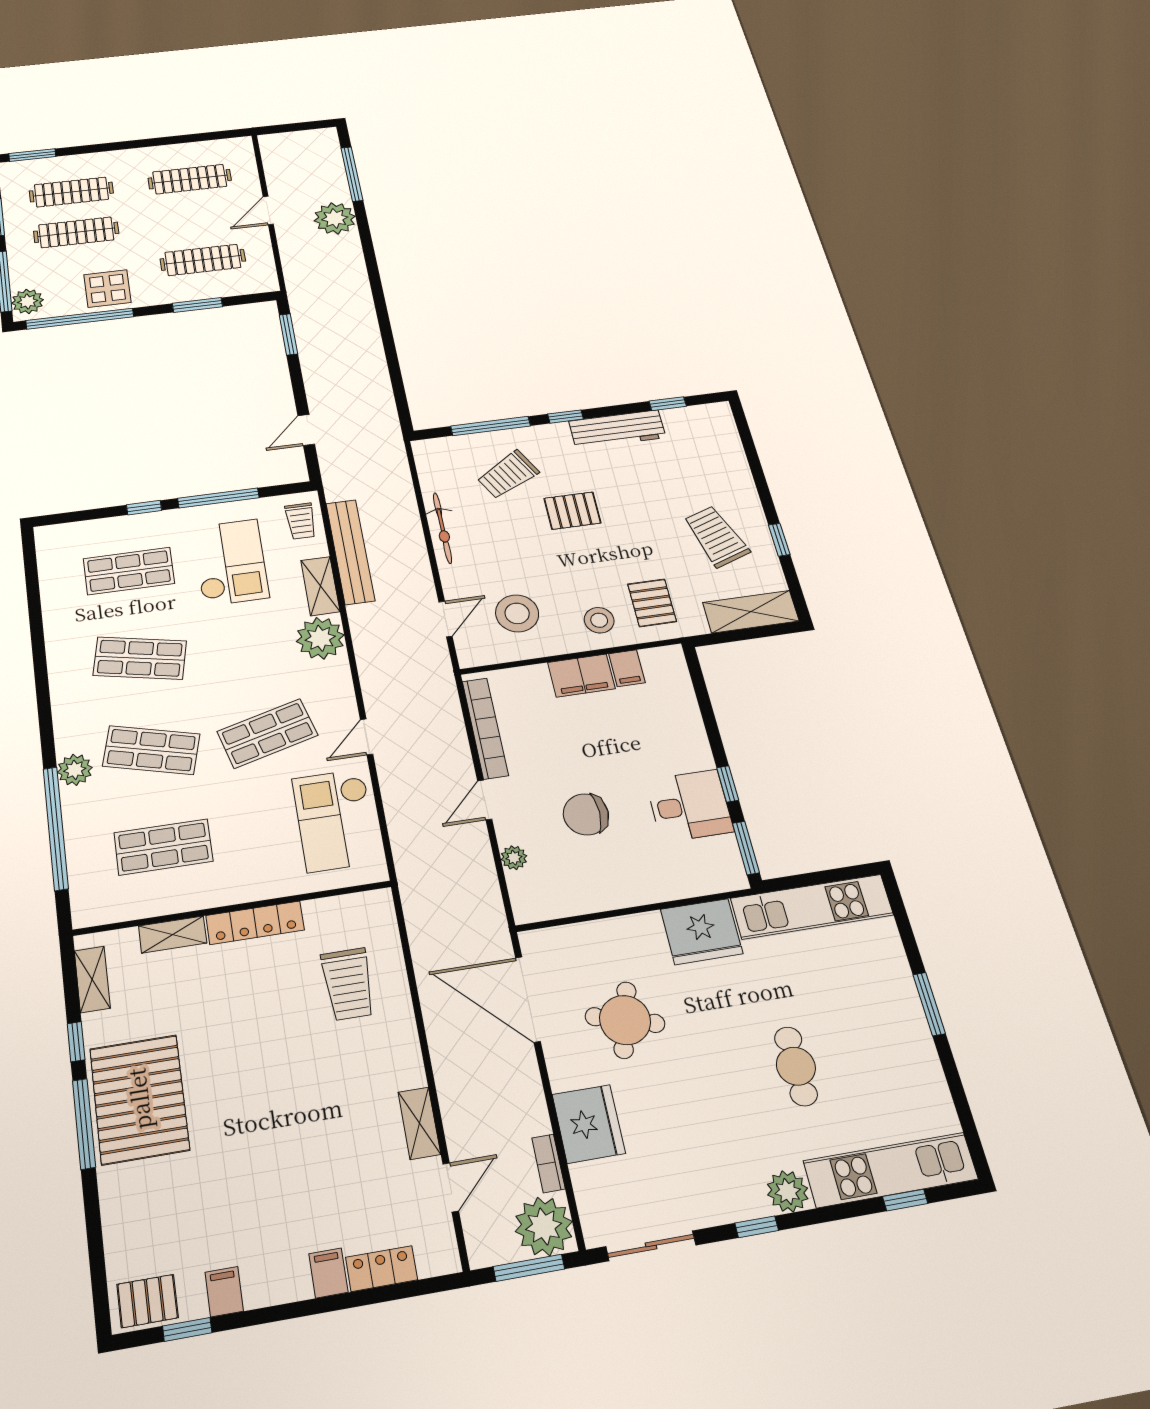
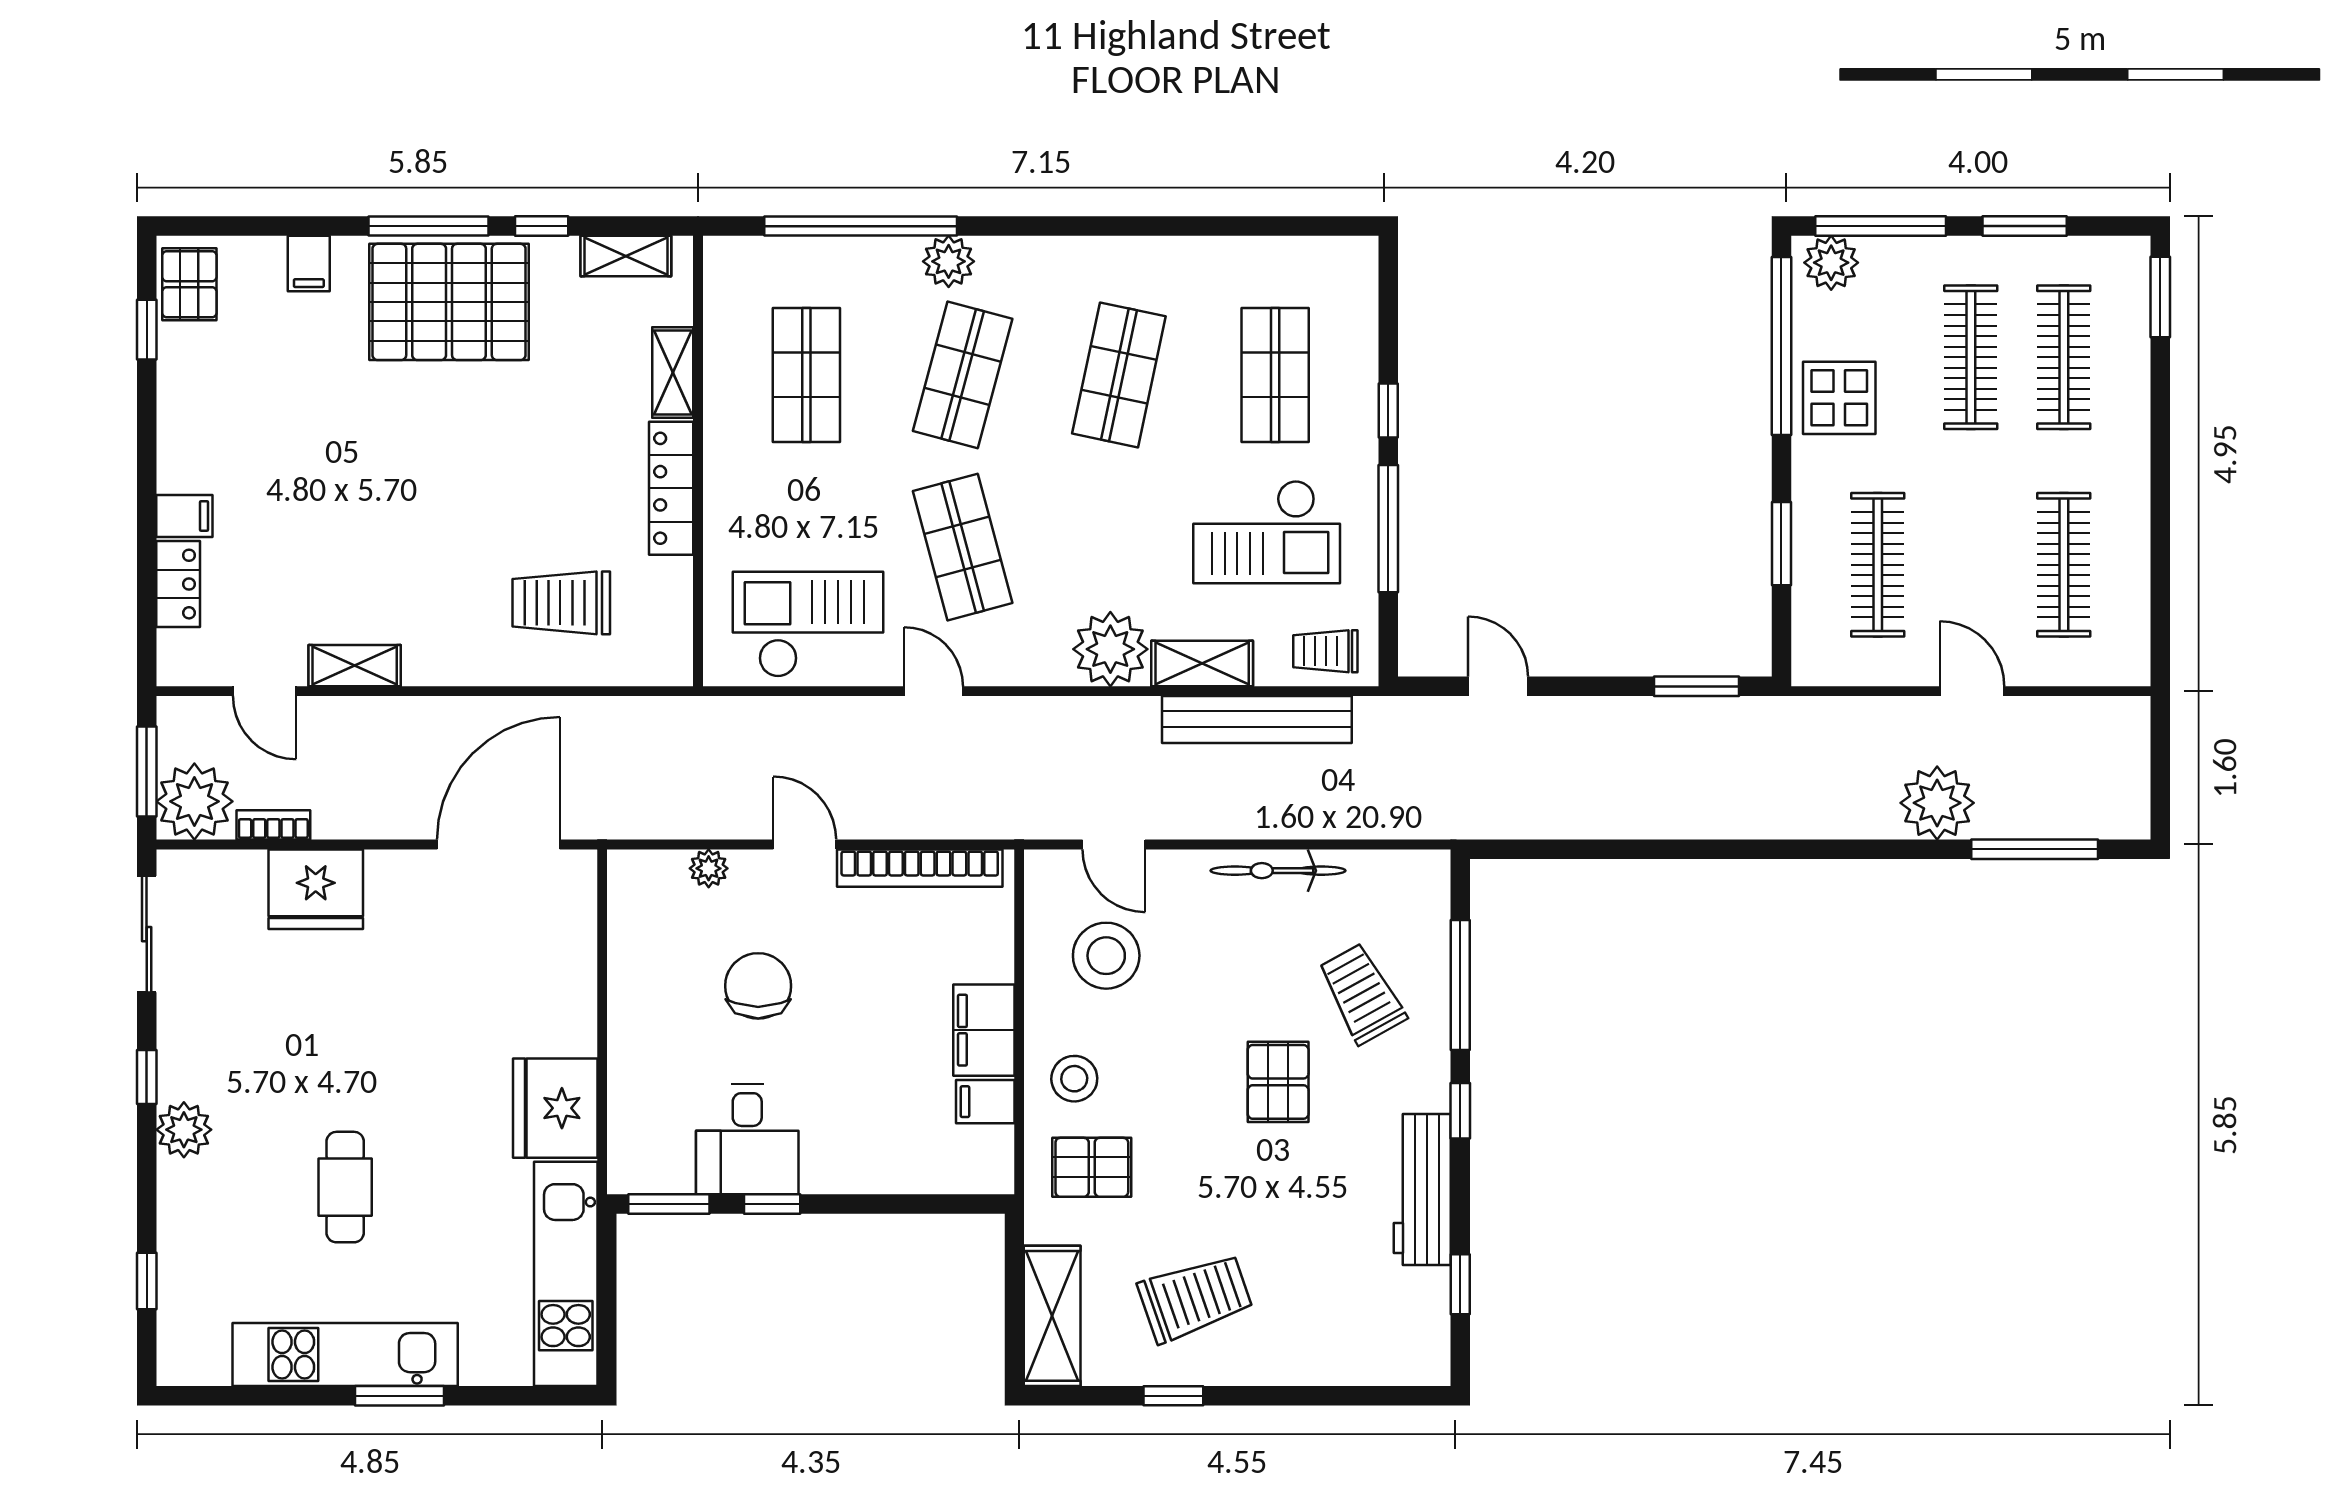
round table: (625, 1020) -> (447, 971), removed
cafe table: (796, 1066) -> (345, 1187), turned 90
kitchen unit: (891, 1170) -> (345, 1354), moved, turned -90
filing cabinet: (224, 1292) -> (309, 264), moved, turned 90

